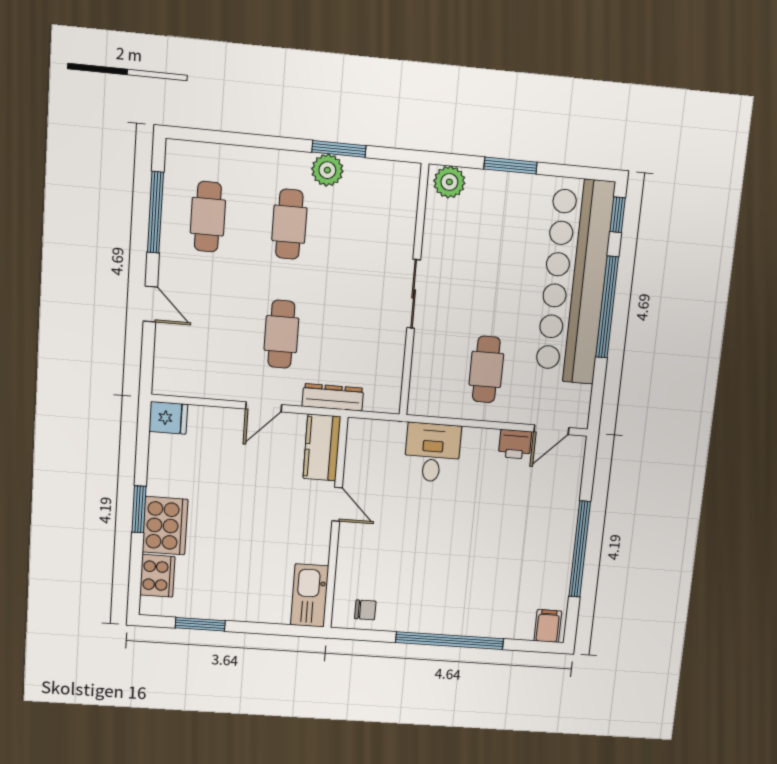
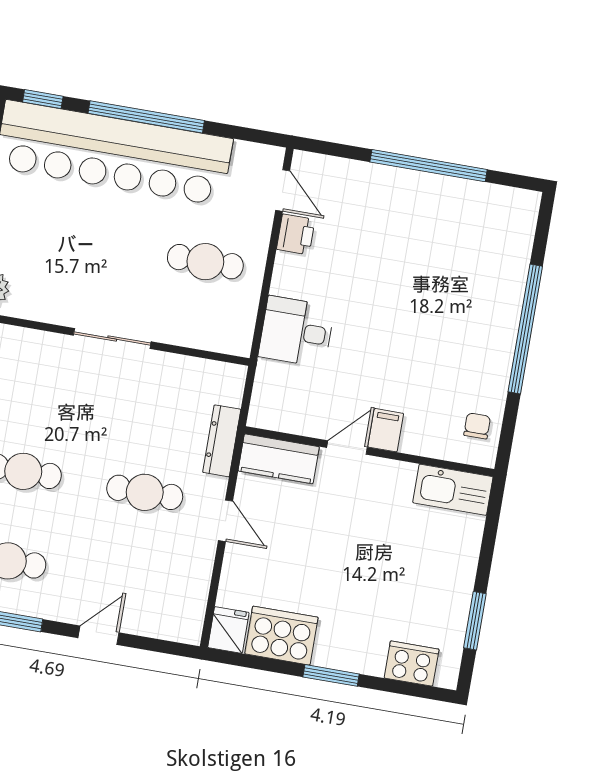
cooker: (165, 526) -> (281, 636), moved
filing cabinet: (548, 626) -> (386, 430), moved, turned 90

